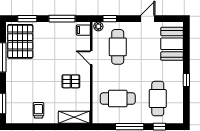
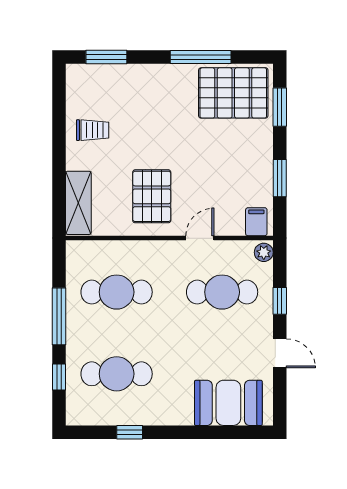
window: (62, 19) -> (280, 178), width x0.69
window: (110, 19) -> (280, 301), moved
window: (186, 80) -> (130, 432), moved
pallet: (71, 81) -> (152, 196), width x1.50, depth x1.42
cafe table: (118, 99) -> (117, 292), turned 90

